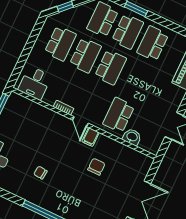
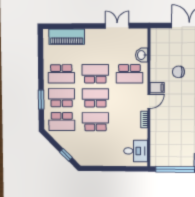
school desk: (60, 43) -> (95, 74), moved

